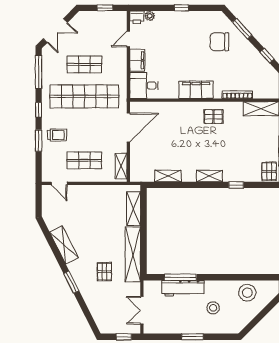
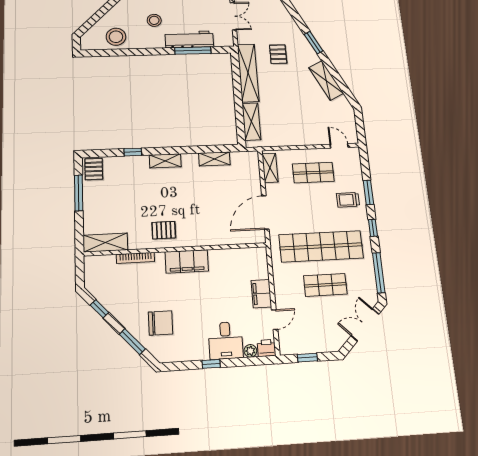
desk: (144, 85) -> (226, 340), moved, turned 90

